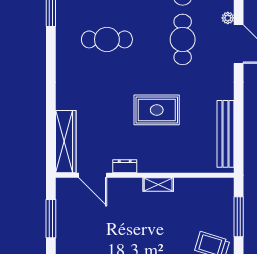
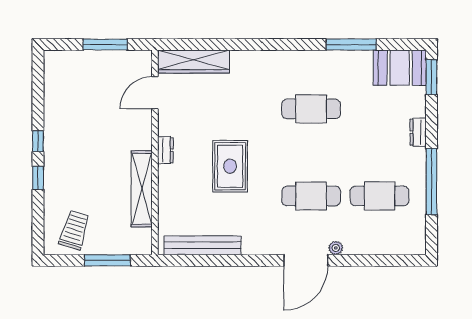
cafe table: (107, 39) -> (311, 109), turned 90
dresser: (125, 166) -> (165, 150), moved
shelving: (158, 184) -> (142, 189), width x2.20, depth x1.33

